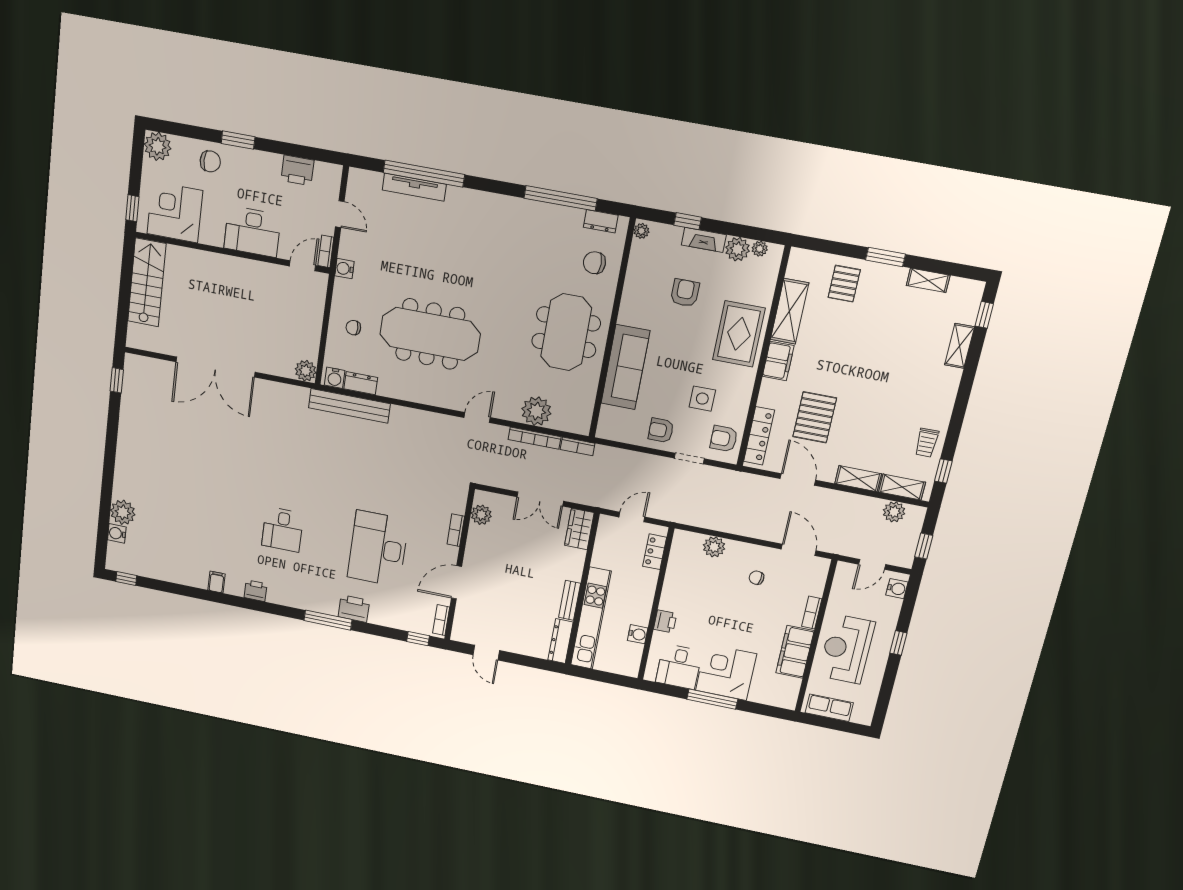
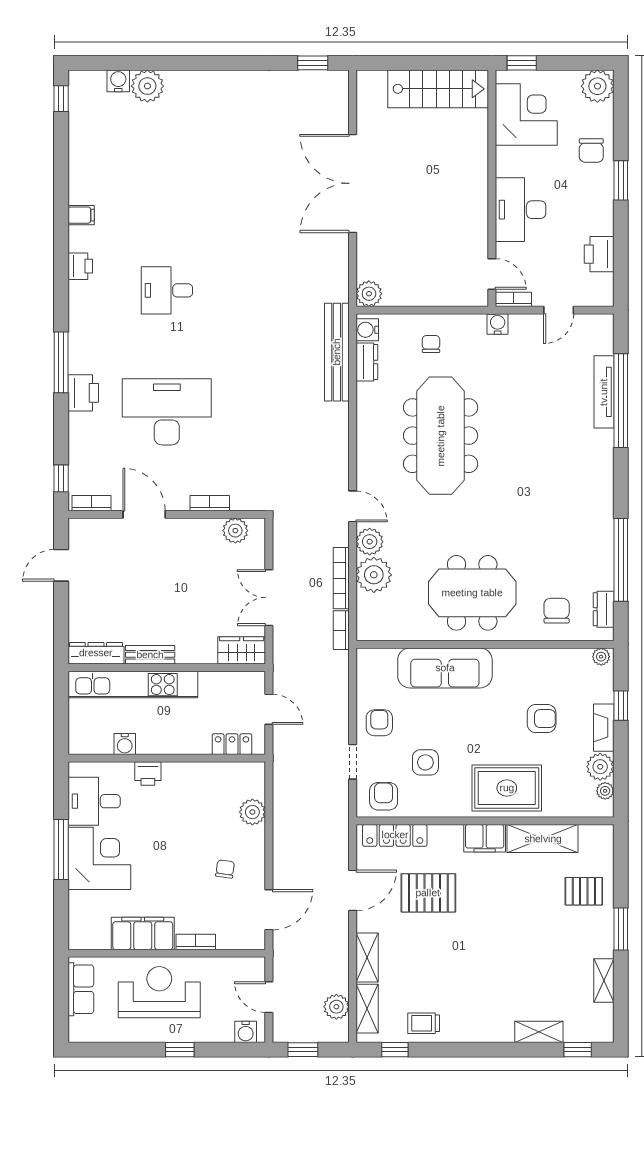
plant: (508, 409) -> (370, 542), added

